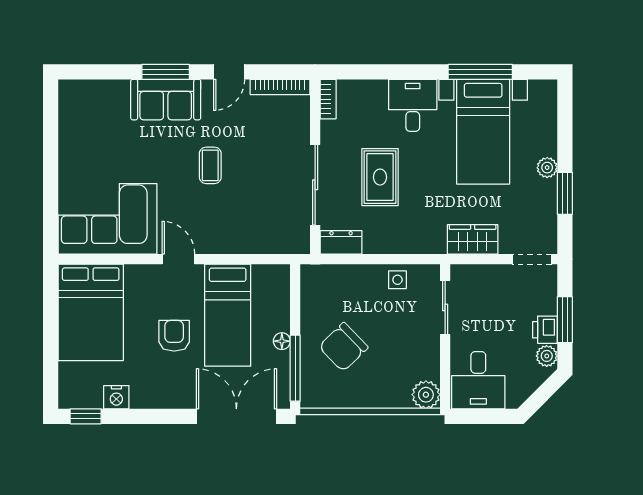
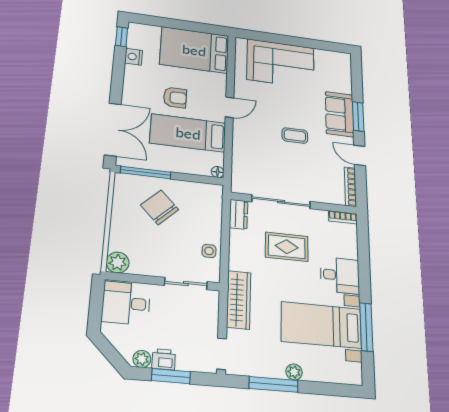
window: (565, 193) -> (274, 384), width x1.44
corner sofa: (108, 219) -> (281, 64), moved, turned 90
wardrobe: (473, 239) -> (239, 300), width x1.50
floor lamp: (282, 341) -> (218, 172), moved

